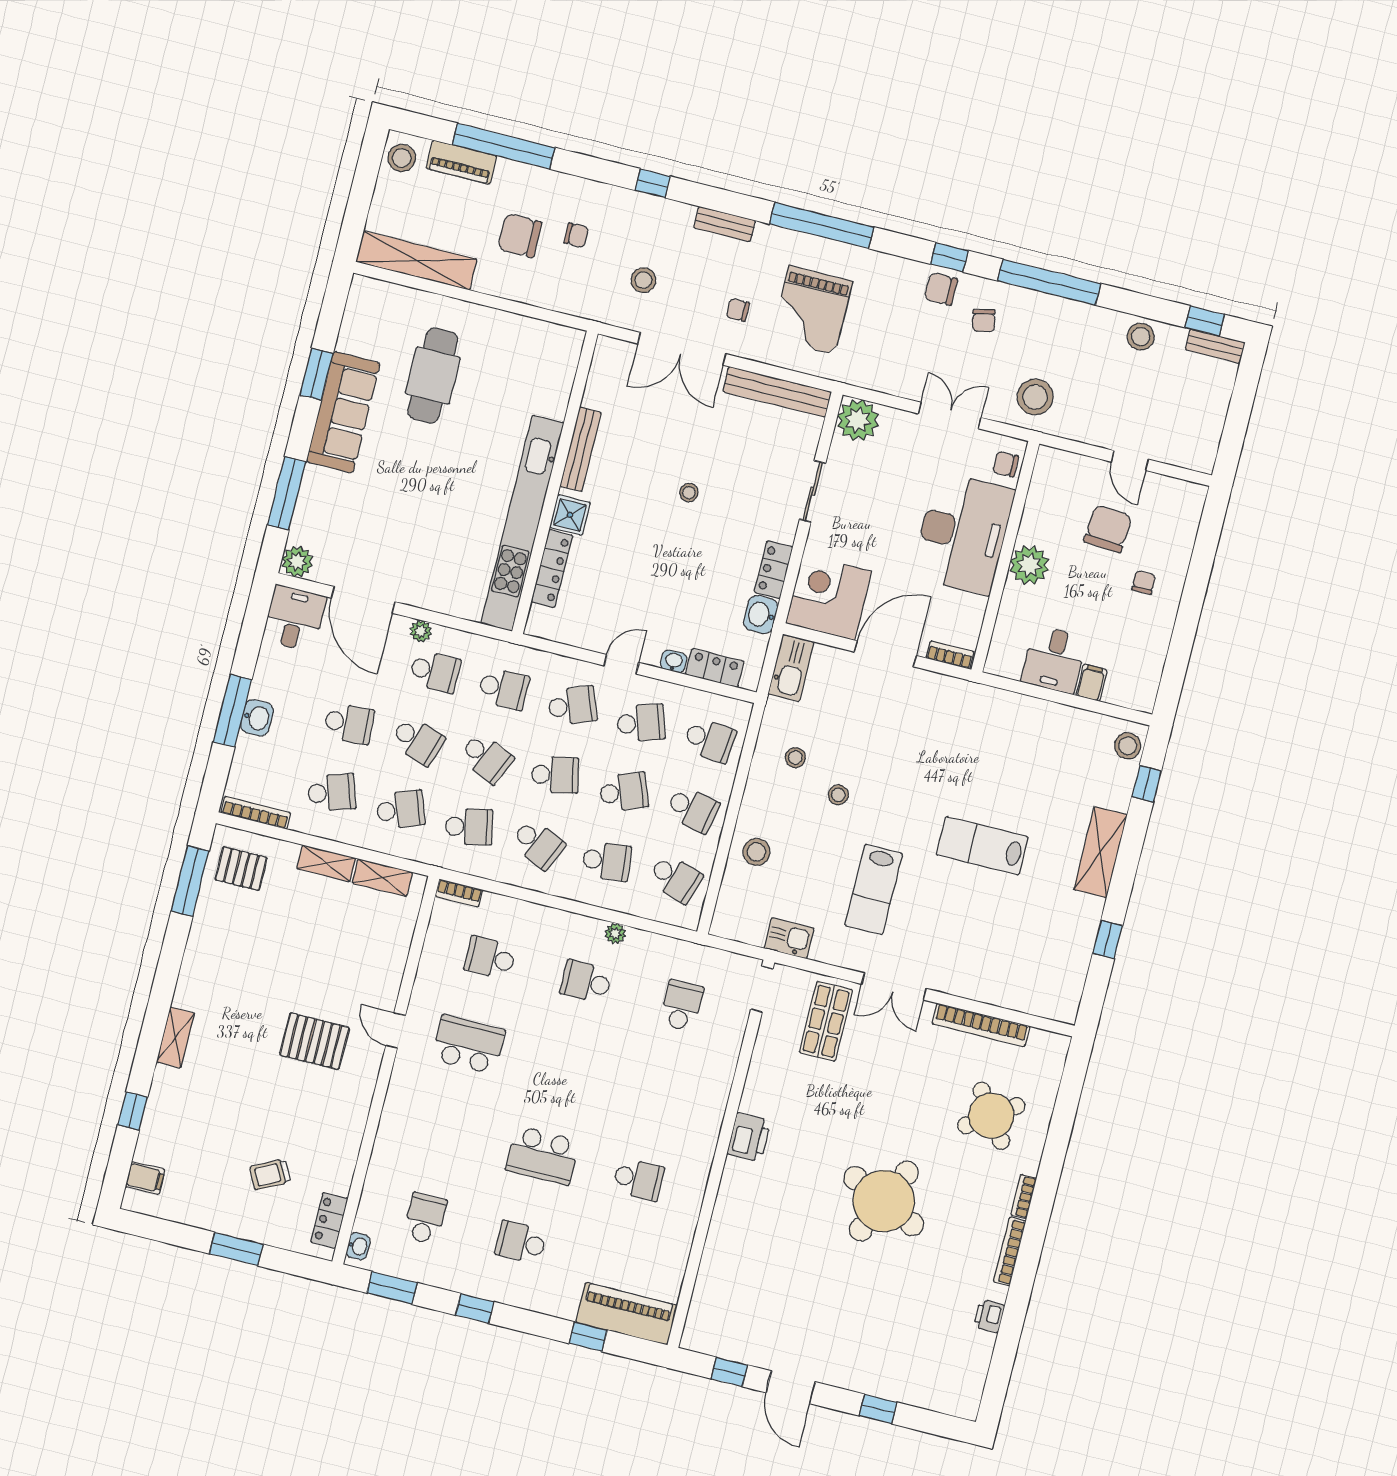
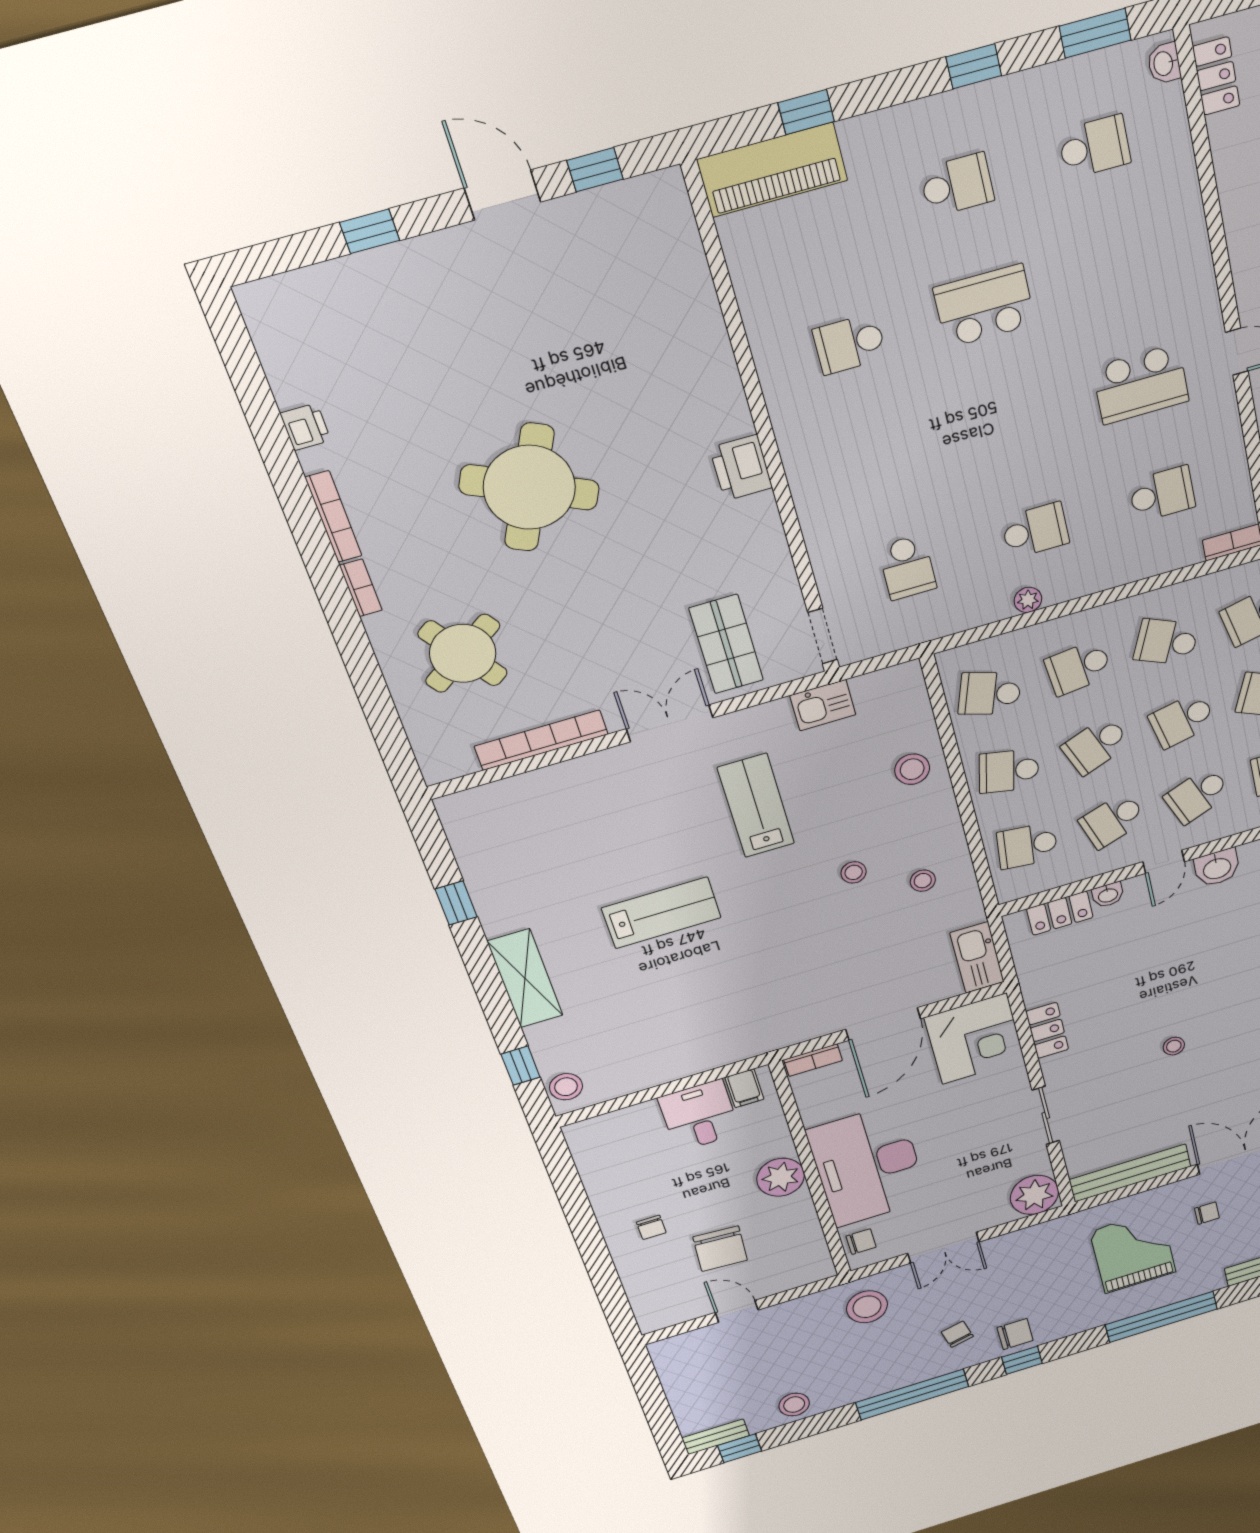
washbasin: (761, 615) -> (1217, 868), moved, turned 90
filing cabinet: (1091, 683) -> (745, 1088), moved
school desk: (425, 1218) -> (1094, 147), turned -90

